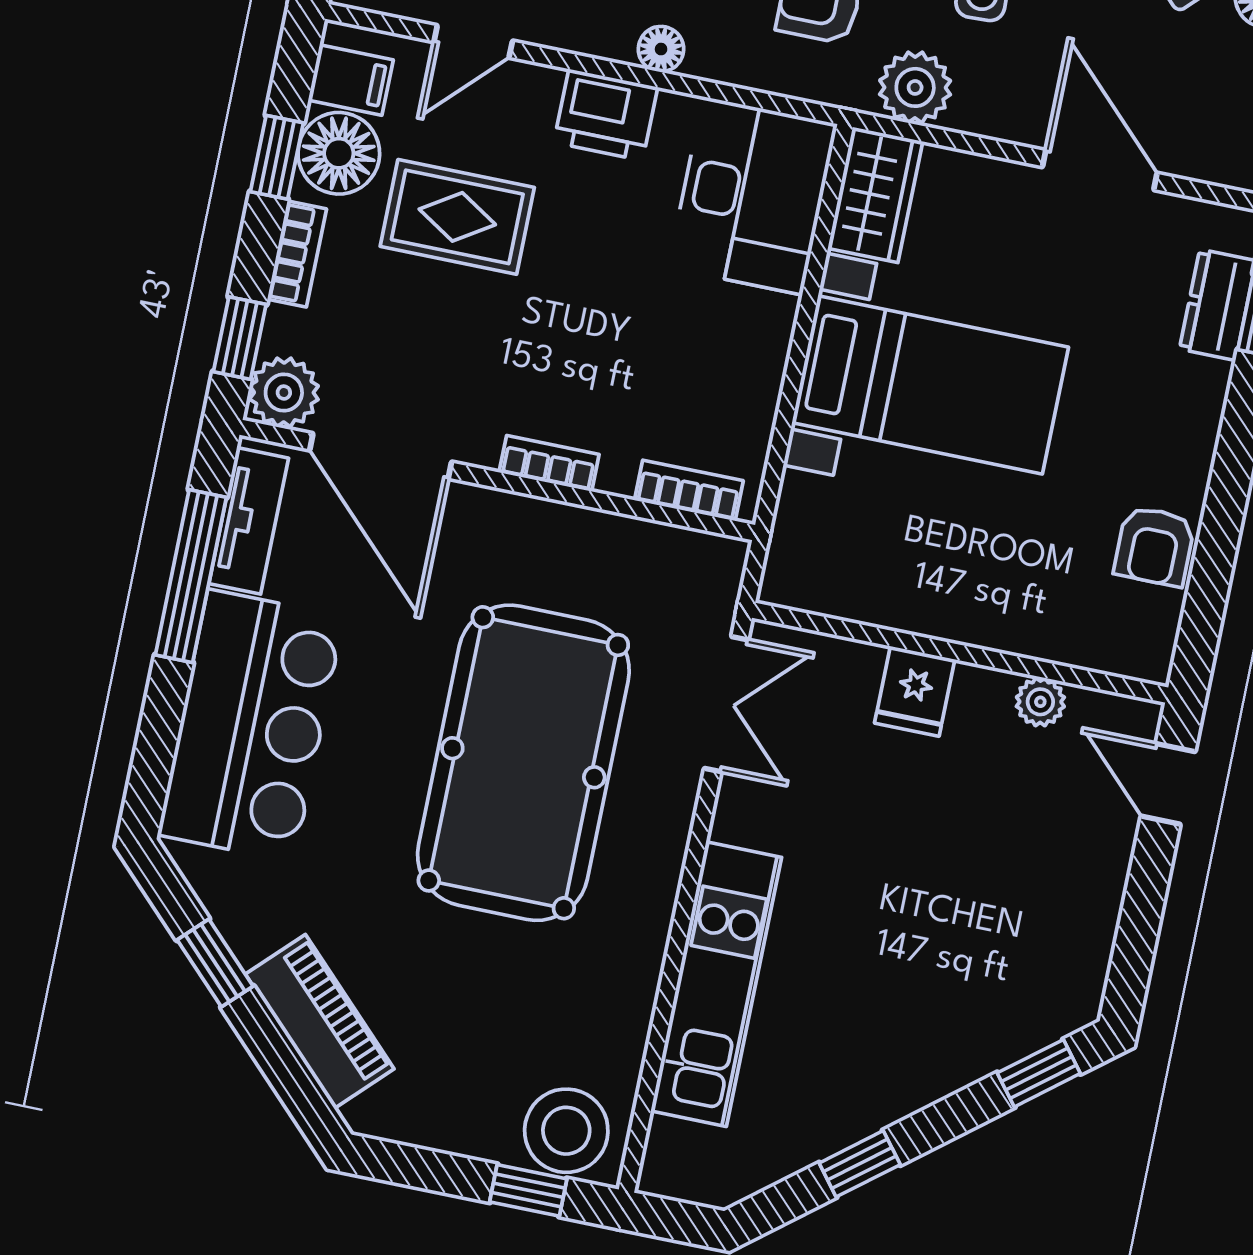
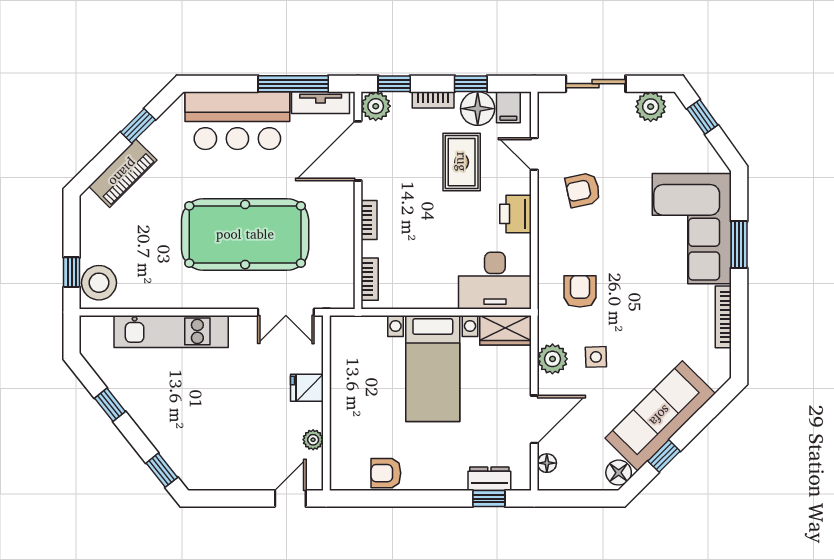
floor lamp: (661, 49) -> (547, 463), moved
plant: (915, 87) -> (552, 359), moved

